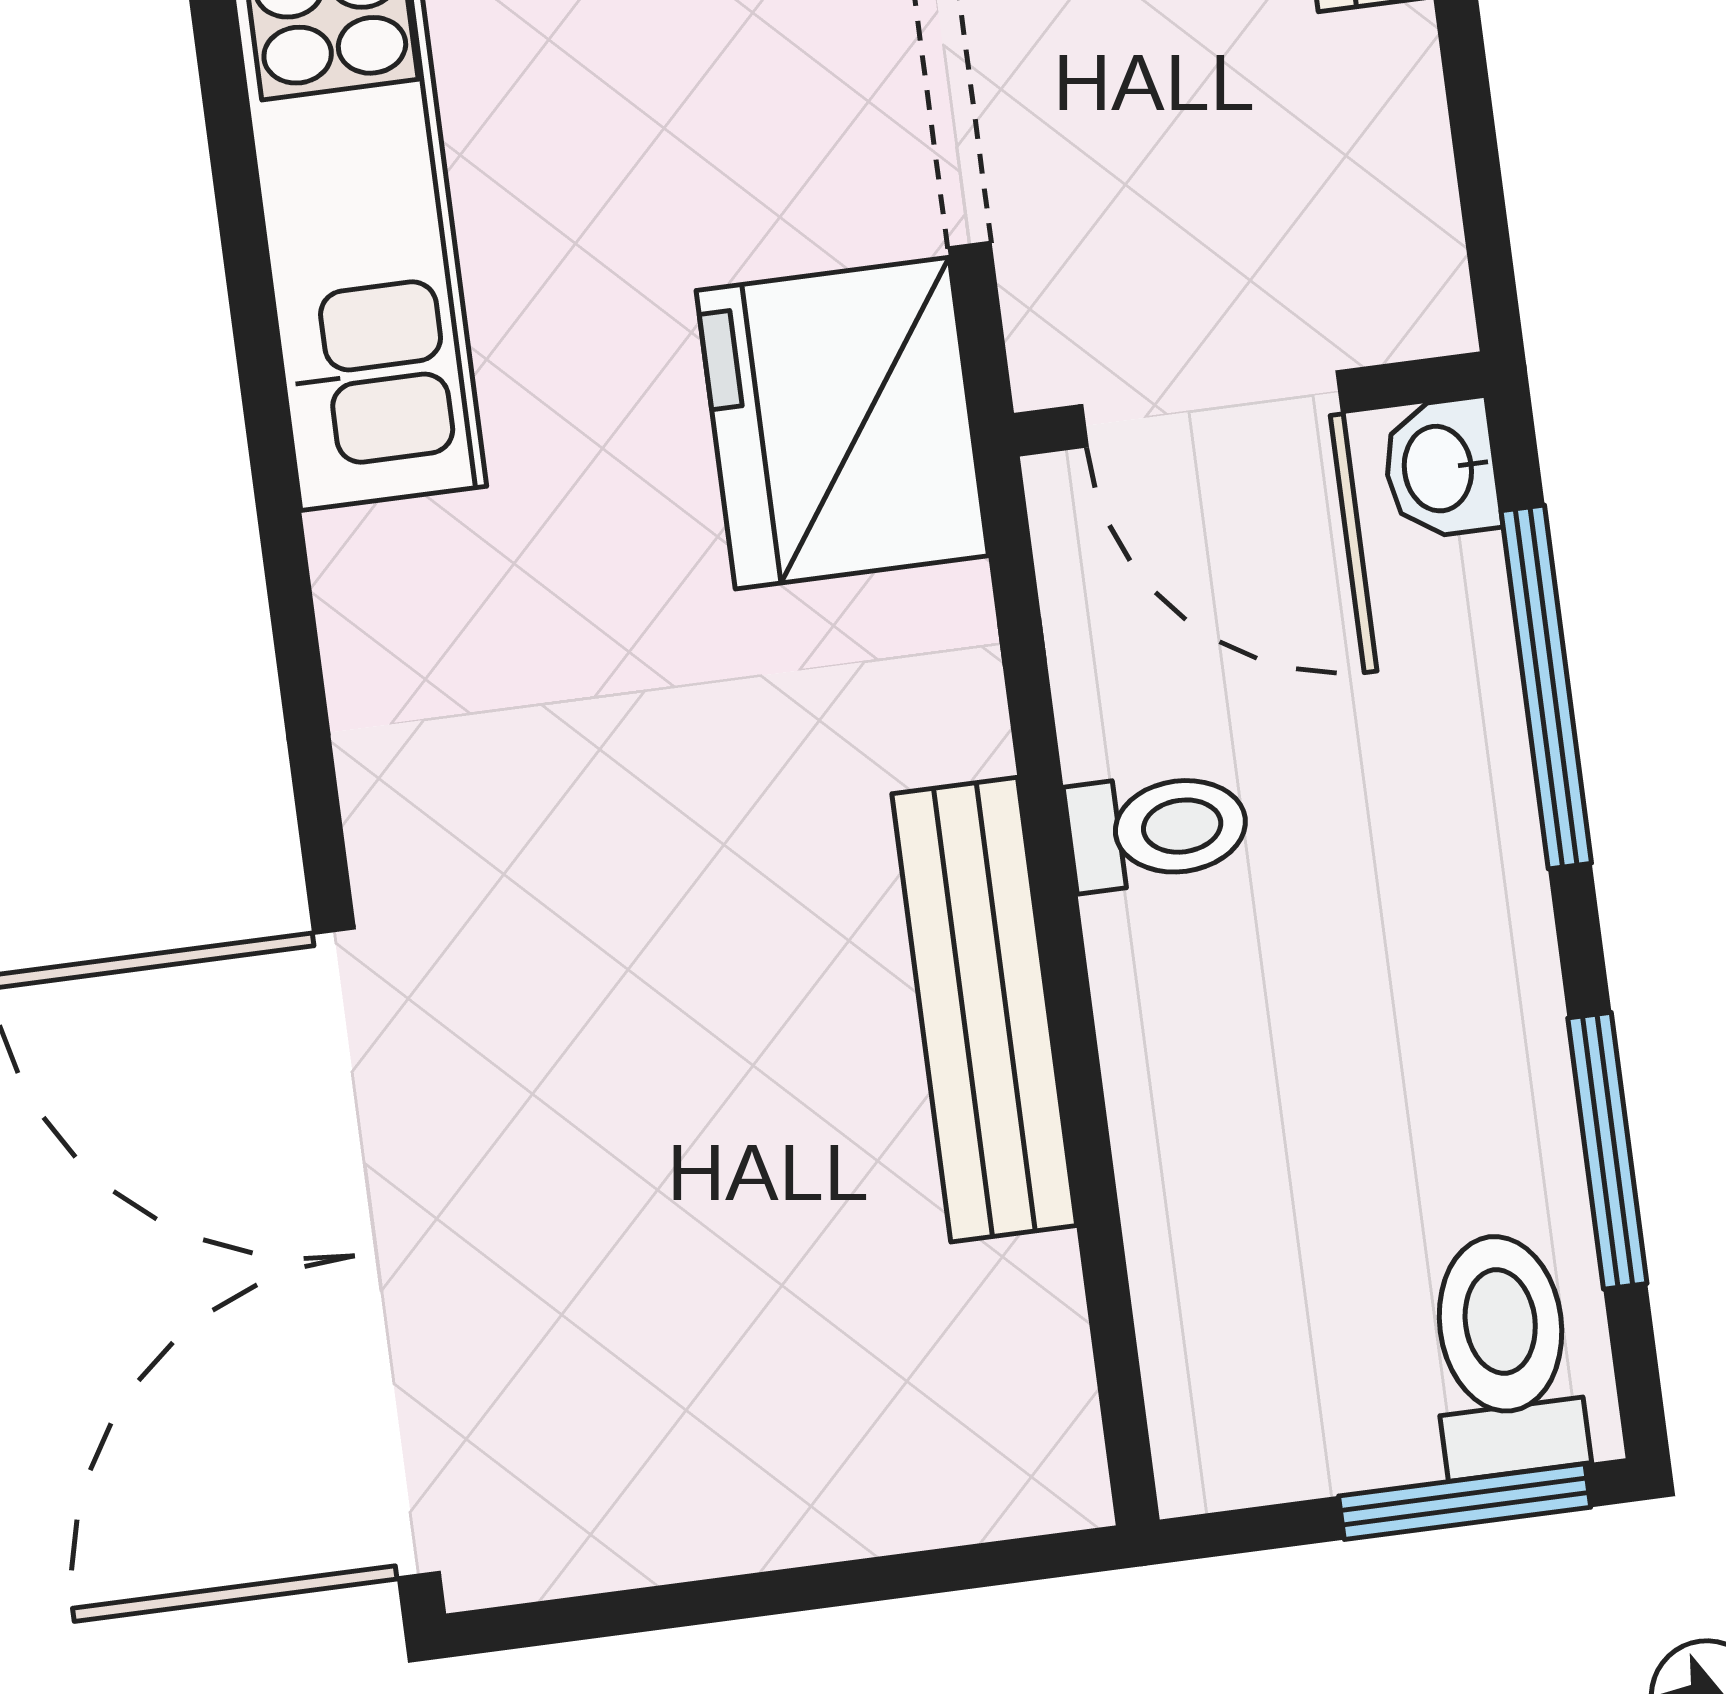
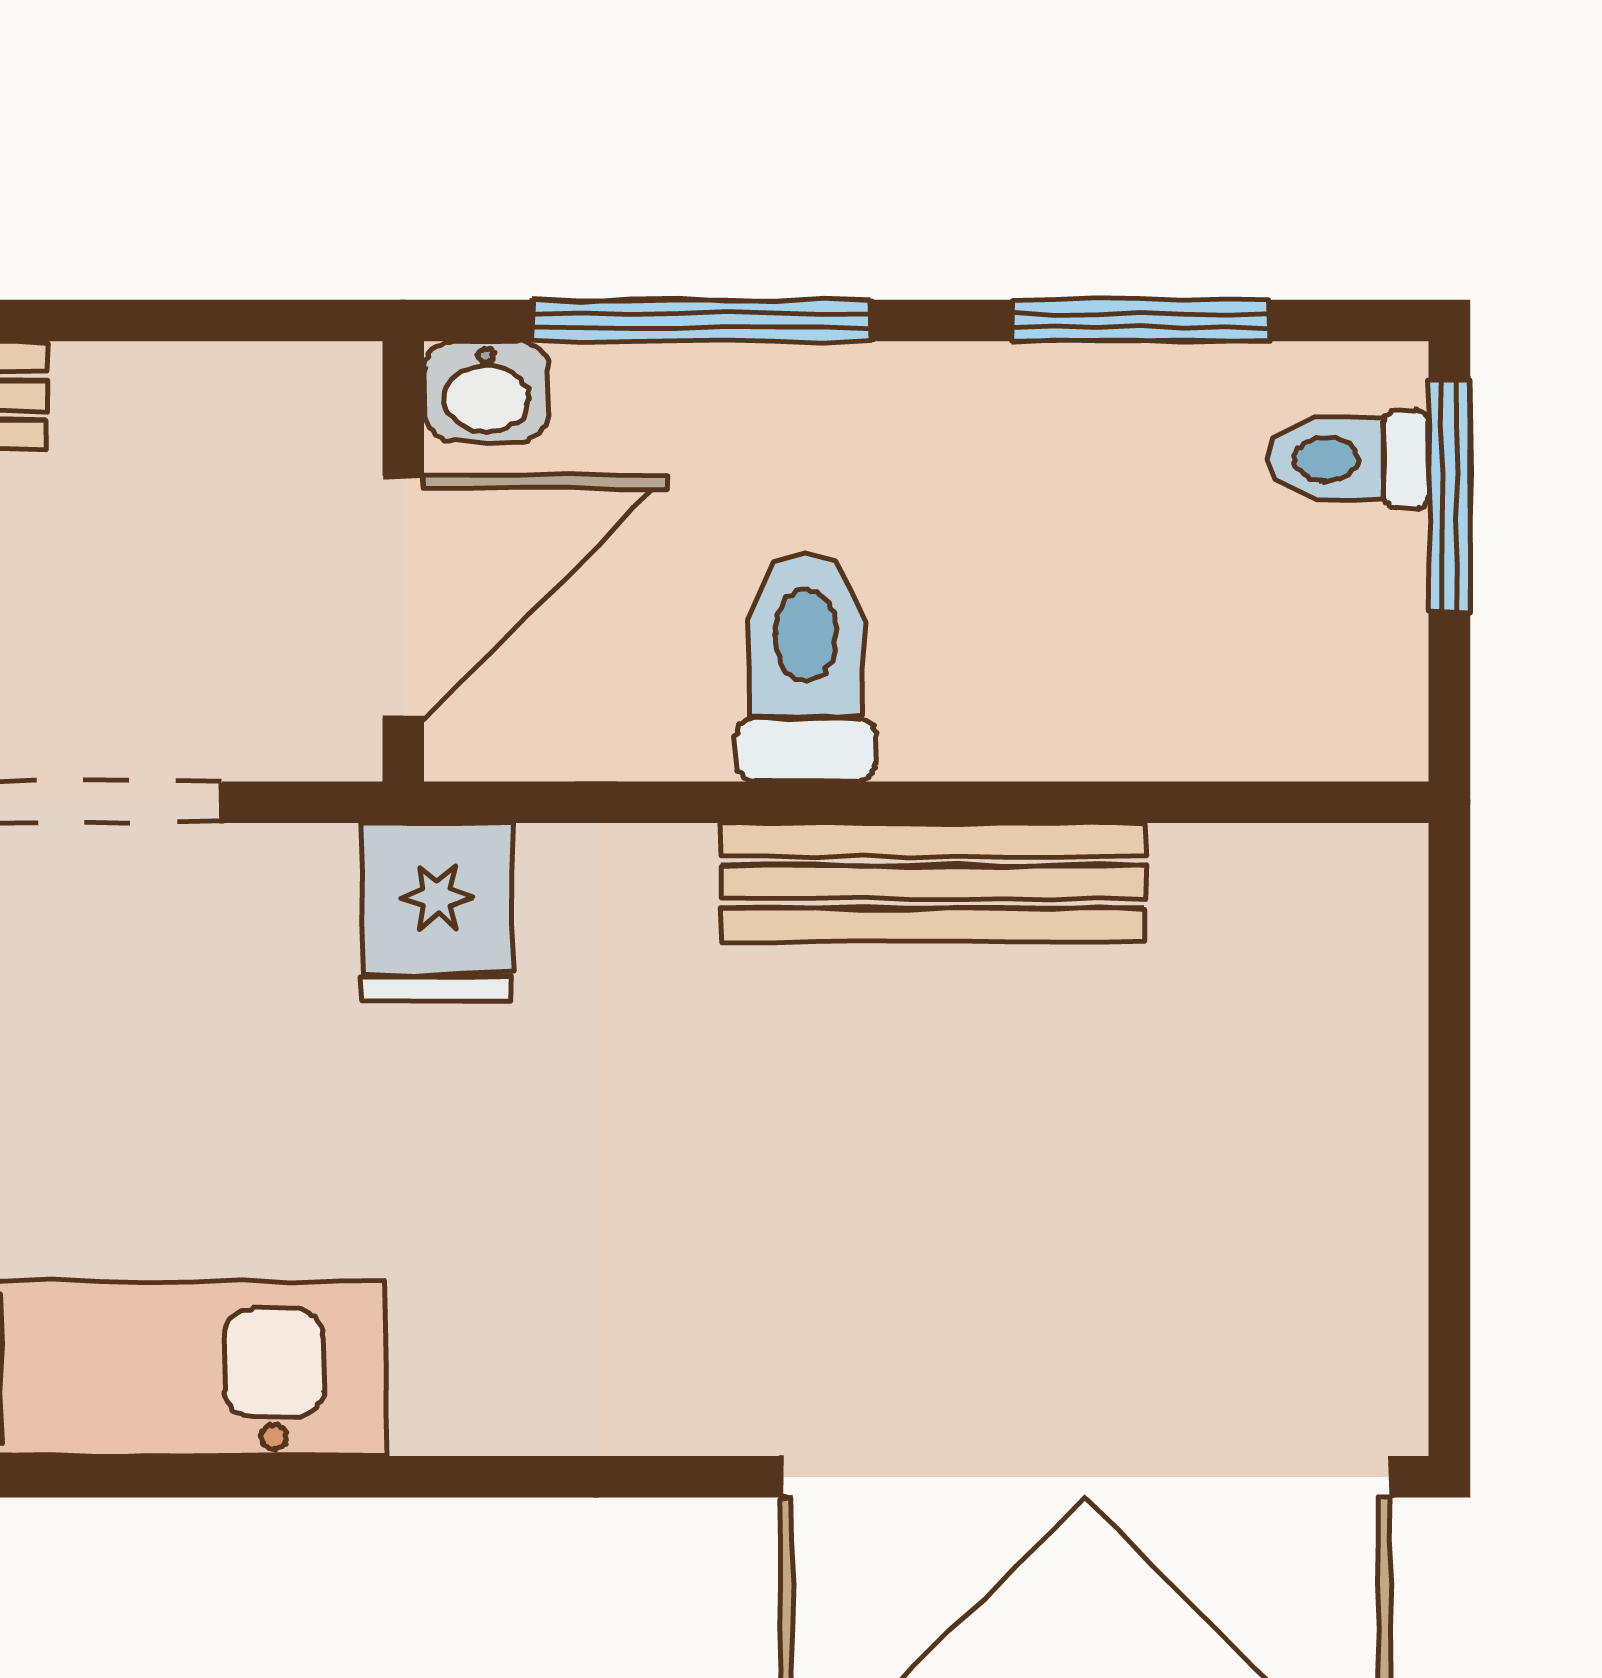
fridge: (842, 423) -> (437, 912), width x0.53, depth x0.75
toilet: (1158, 829) -> (806, 667), width x1.37, depth x1.39
toilet: (1505, 1354) -> (1348, 459), width x0.73, depth x0.72

